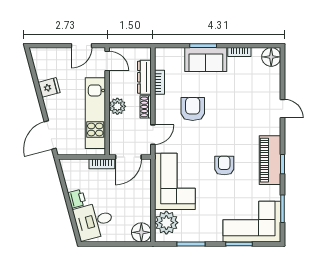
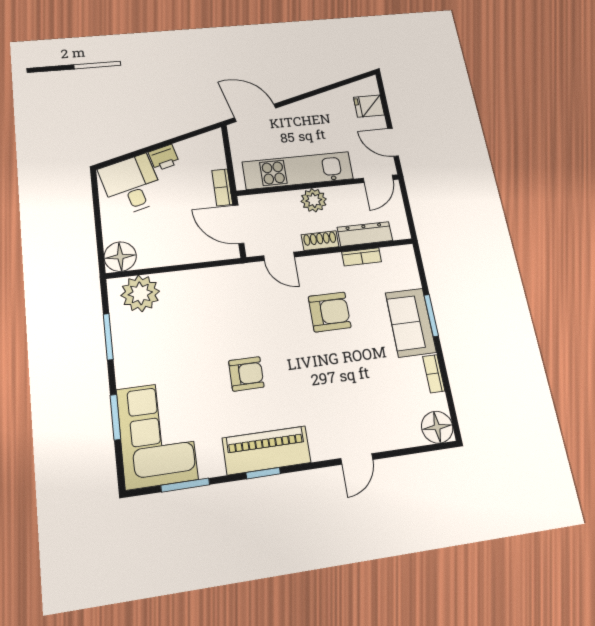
fridge: (49, 87) -> (369, 106), moved, turned 105
corner sofa: (175, 181) -> (209, 298), removed

